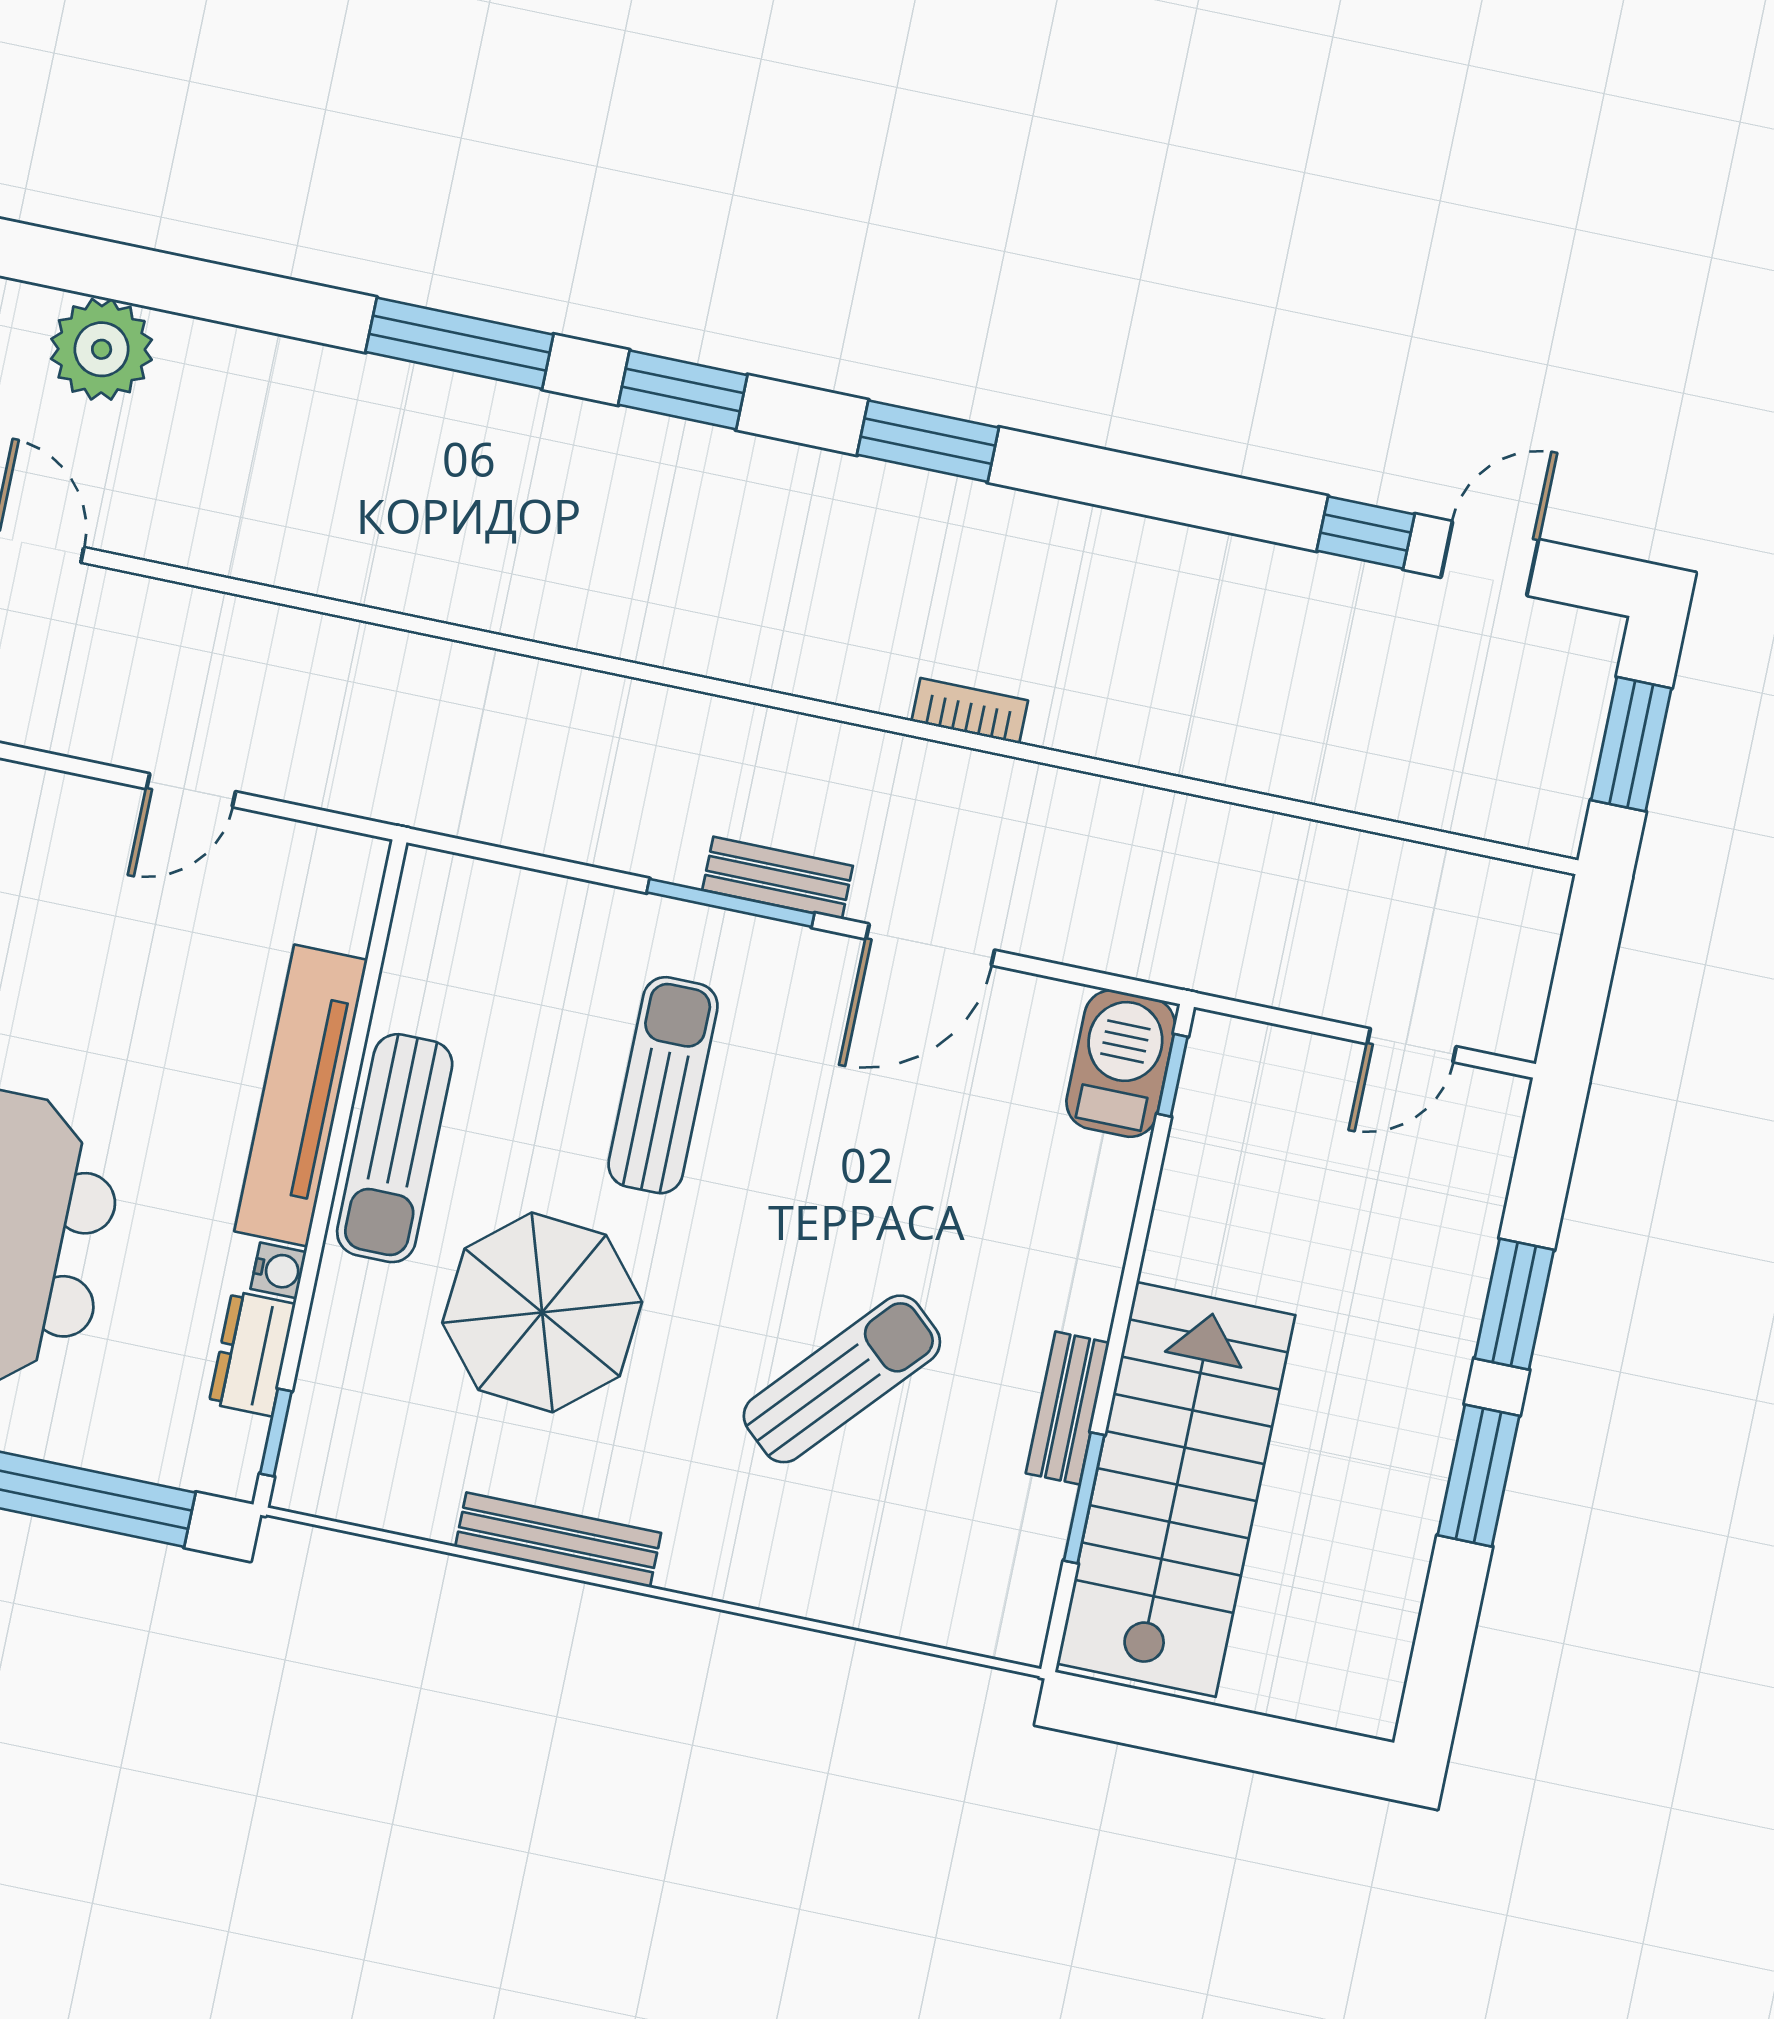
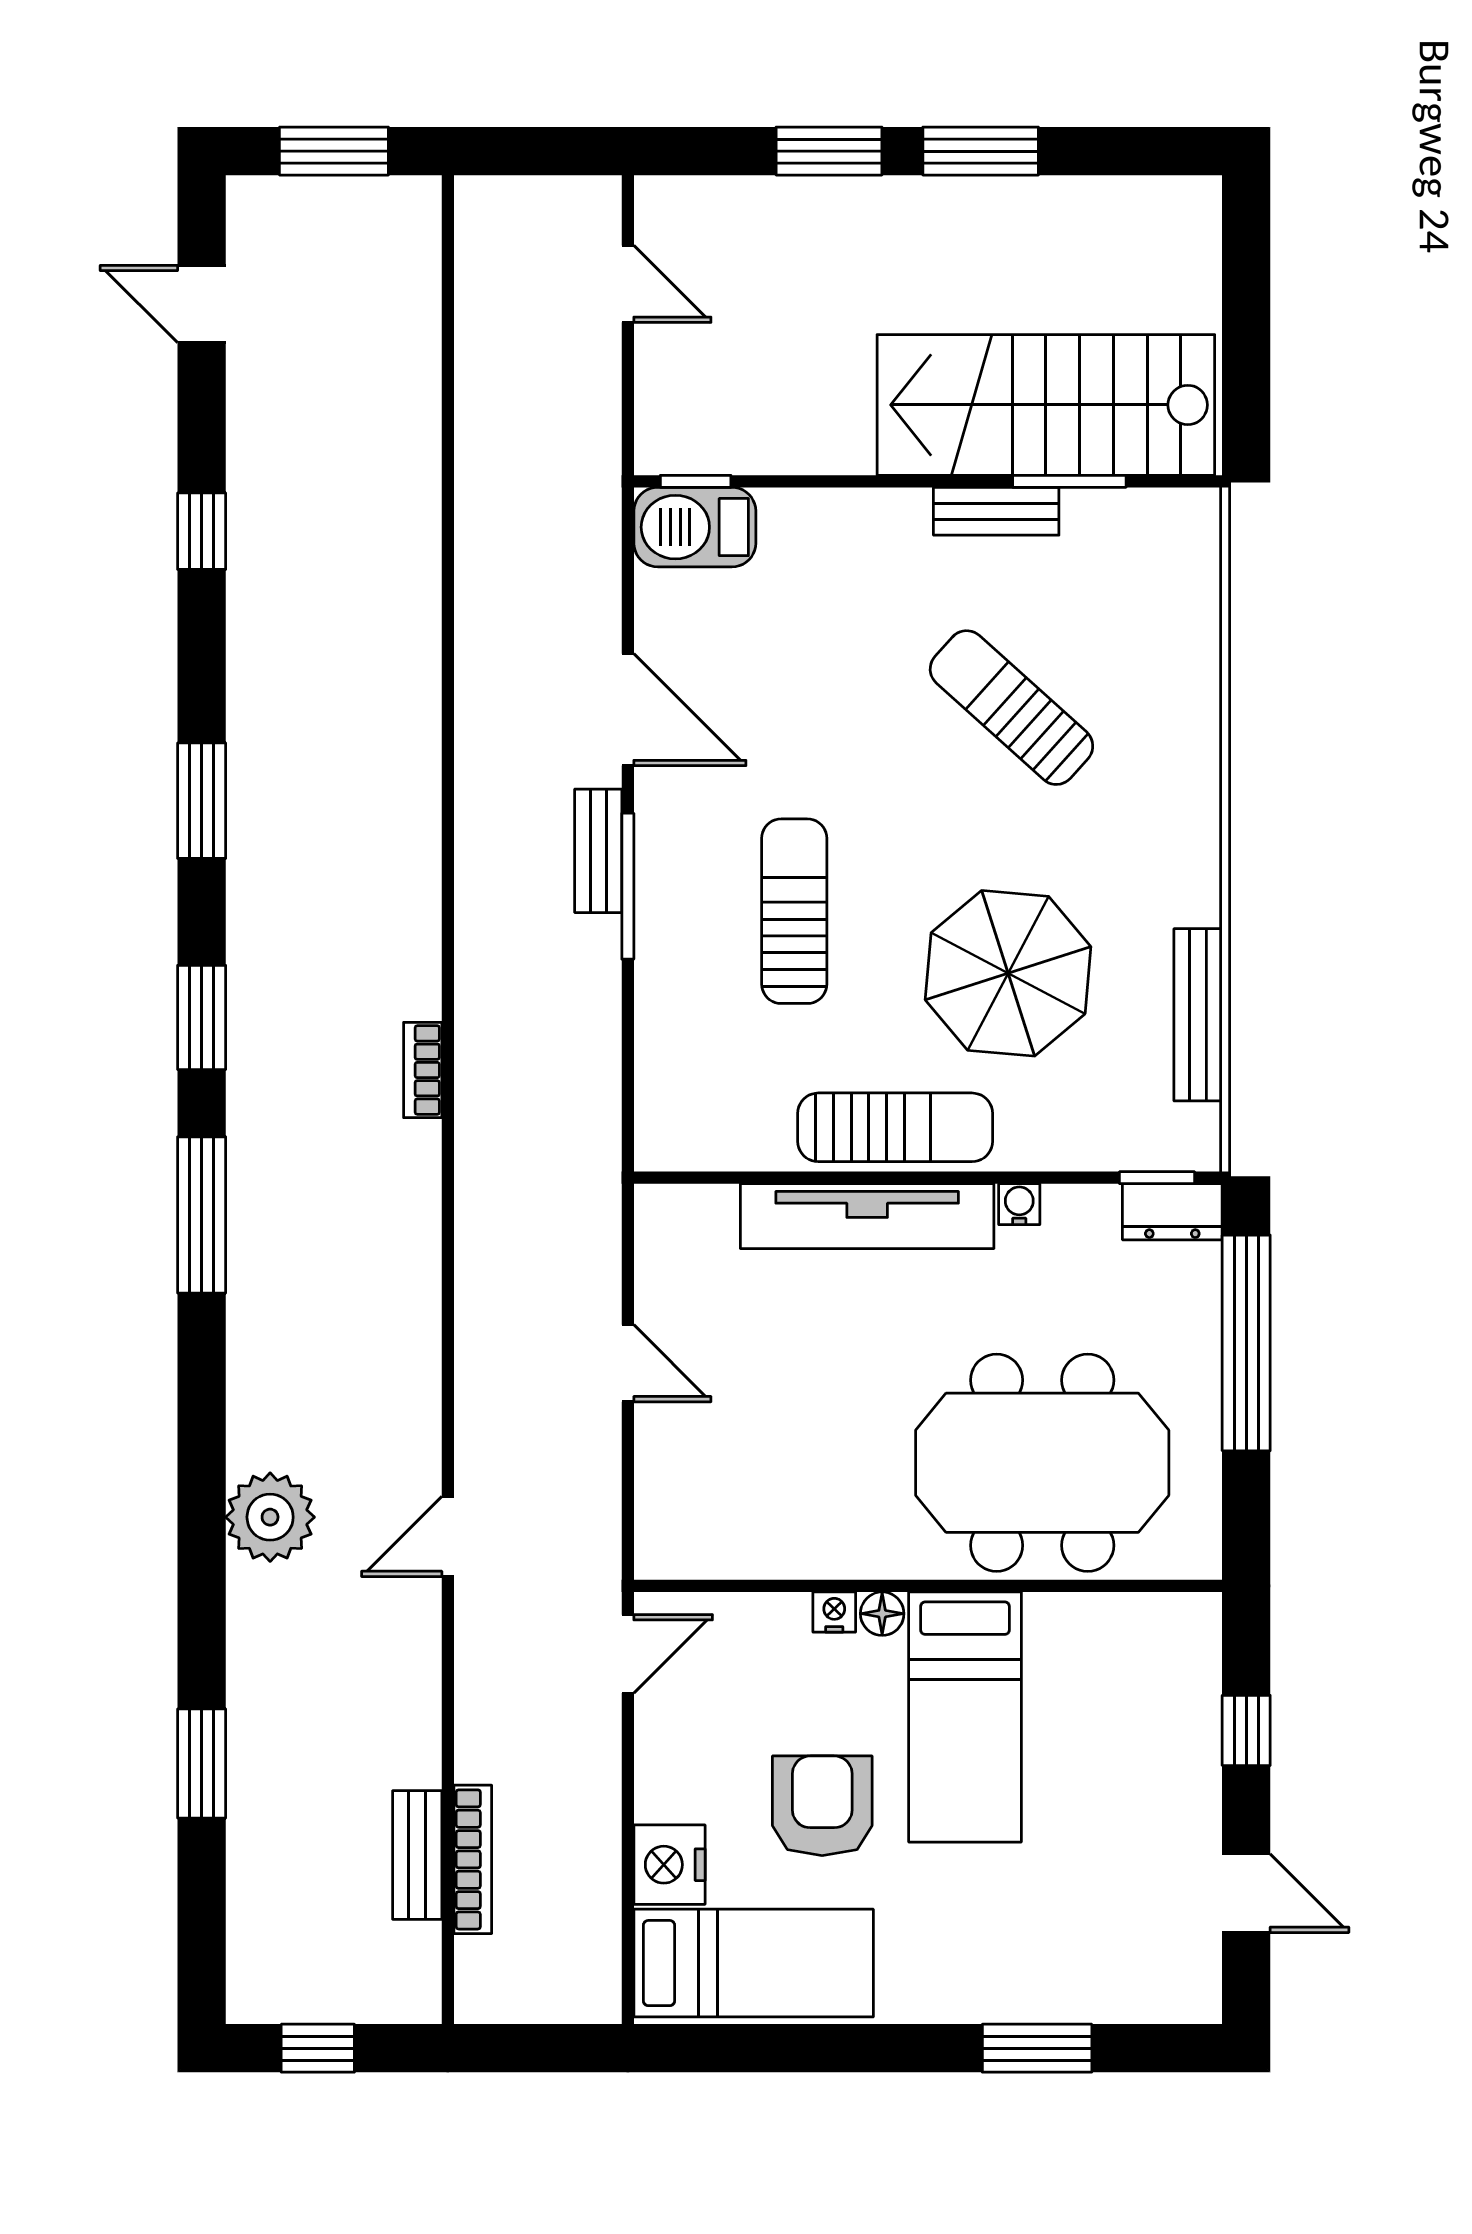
window: (1366, 533) -> (202, 531), moved
bookcase: (970, 711) -> (423, 1070), moved
sun lounger: (663, 1085) -> (794, 911), turned 90
dresser: (252, 1354) -> (1172, 1212), moved
bench: (558, 1540) -> (1198, 1015), moved

